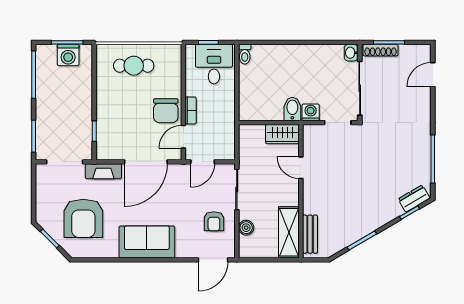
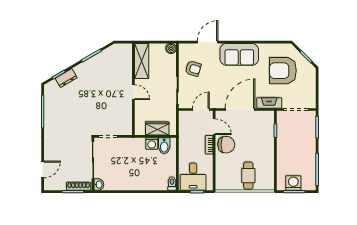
cafe table: (134, 66) -> (248, 176), turned 90
bidet: (292, 109) -> (164, 146), moved
chair: (166, 111) -> (226, 145), turned 90
washing machine: (311, 112) -> (152, 144), moved
wardrobe: (282, 134) -> (157, 129), moved
door: (183, 137) -> (214, 127), hinge flipped
door: (301, 168) -> (133, 92), moved
dresser: (414, 199) -> (66, 78), moved
armchair: (83, 218) -> (283, 71), turned -90
armchair: (214, 221) -> (193, 69), turned 107
boiler: (246, 228) -> (171, 49), moved
bench: (310, 234) -> (127, 60), removed
door: (213, 260) -> (208, 42), moved

